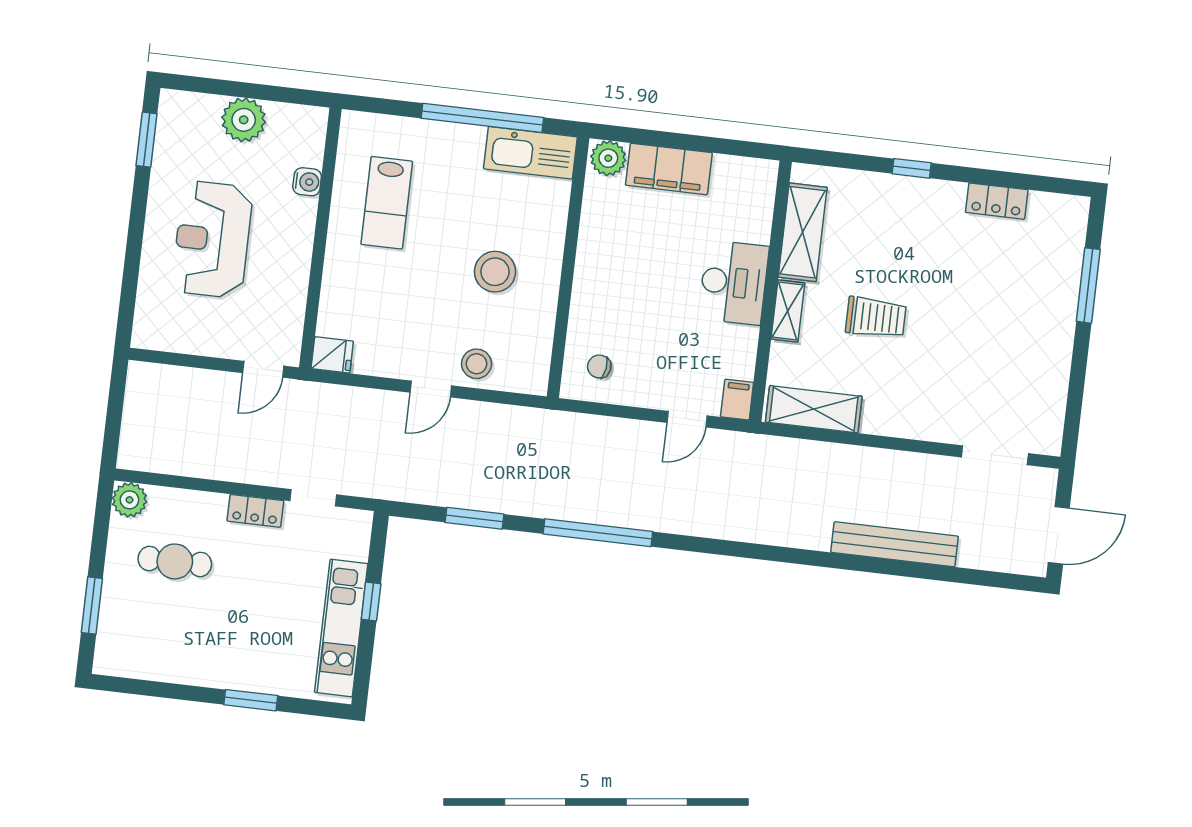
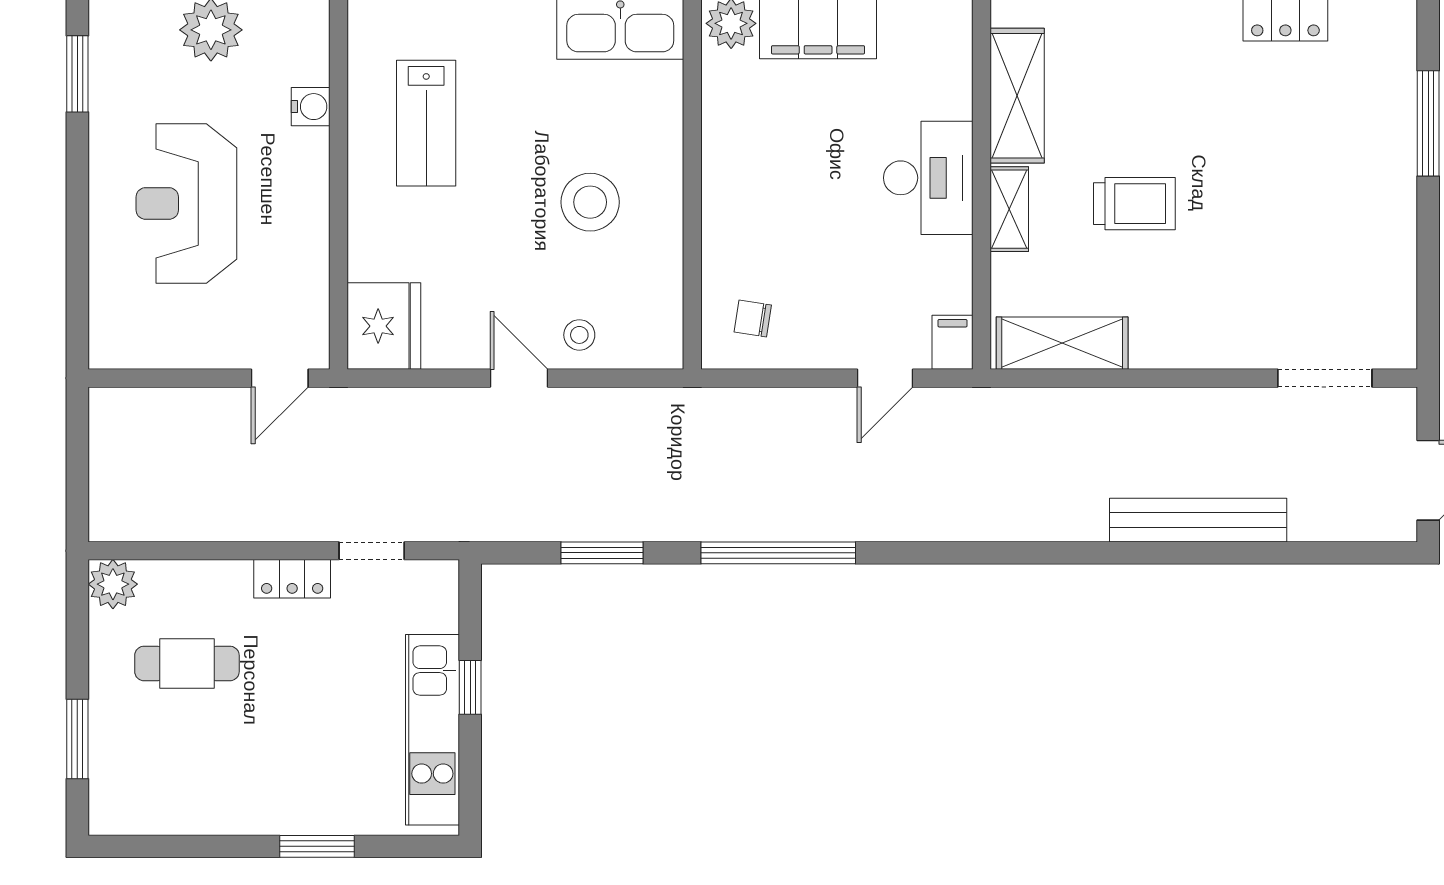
fridge: (332, 355) -> (384, 326), width x1.88, depth x1.34
stool: (477, 364) -> (579, 335), width x0.73, depth x0.73
door: (431, 389) -> (519, 378), swing flipped

